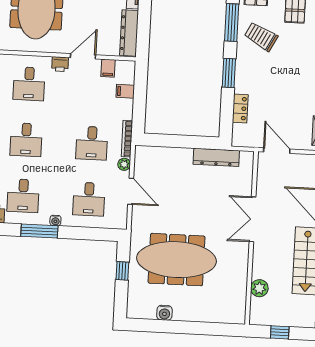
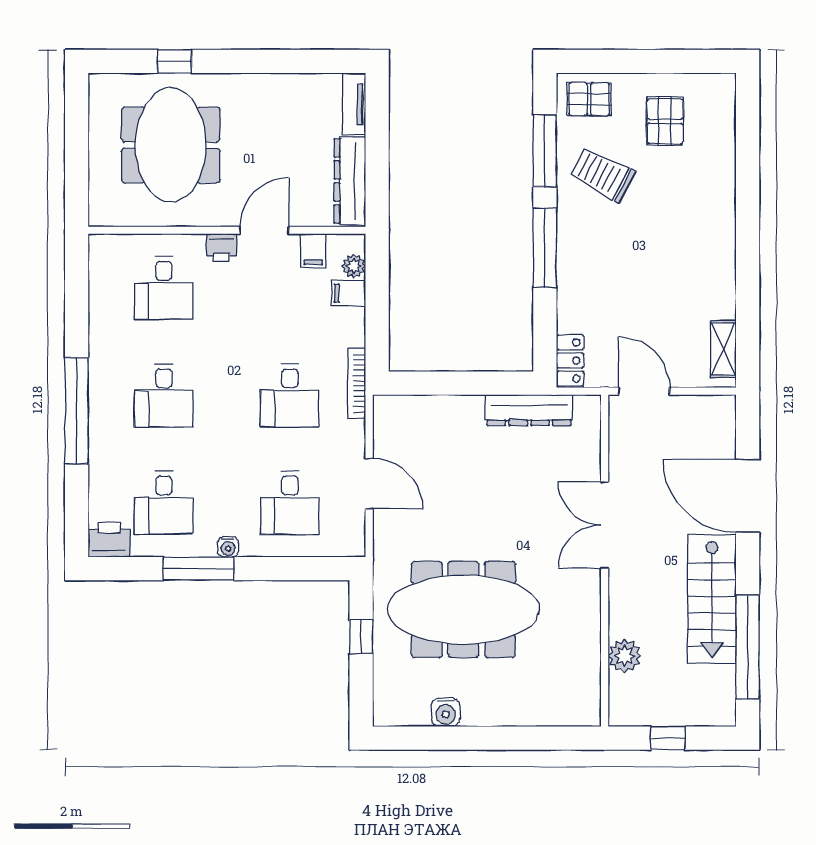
window: (229, 73) -> (545, 248), width x1.44
locker: (240, 108) -> (570, 361), moved
plant: (124, 164) -> (354, 266), moved

